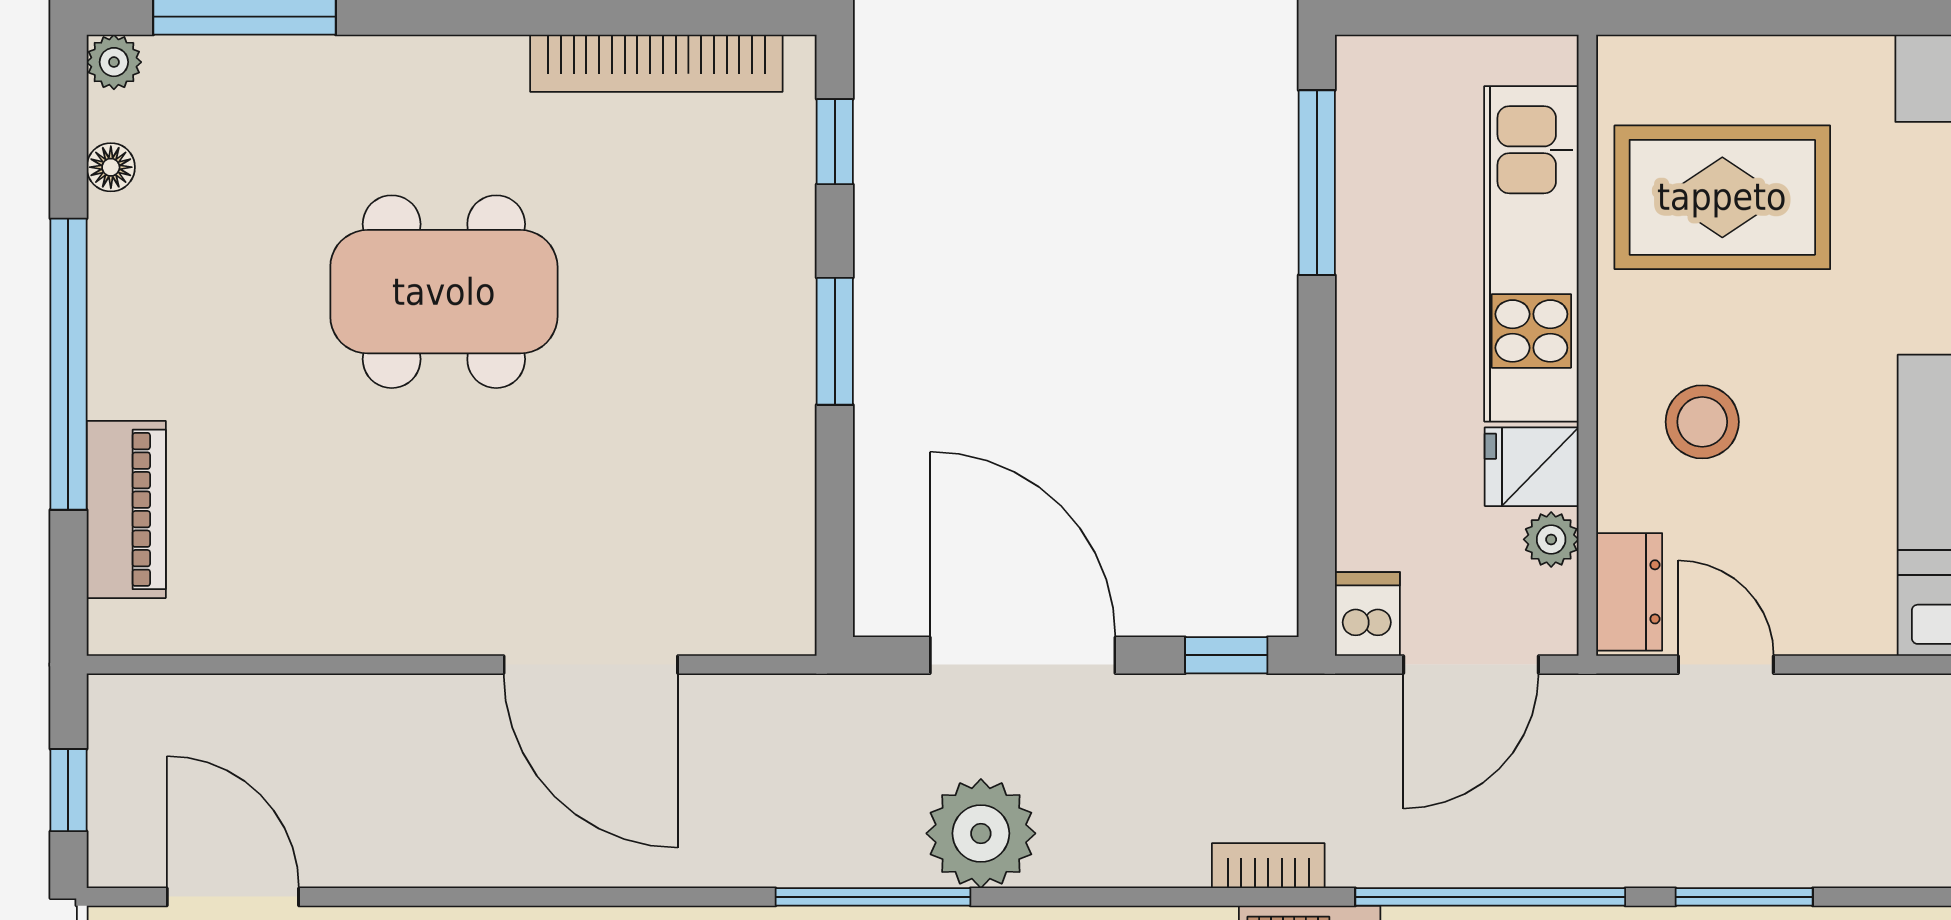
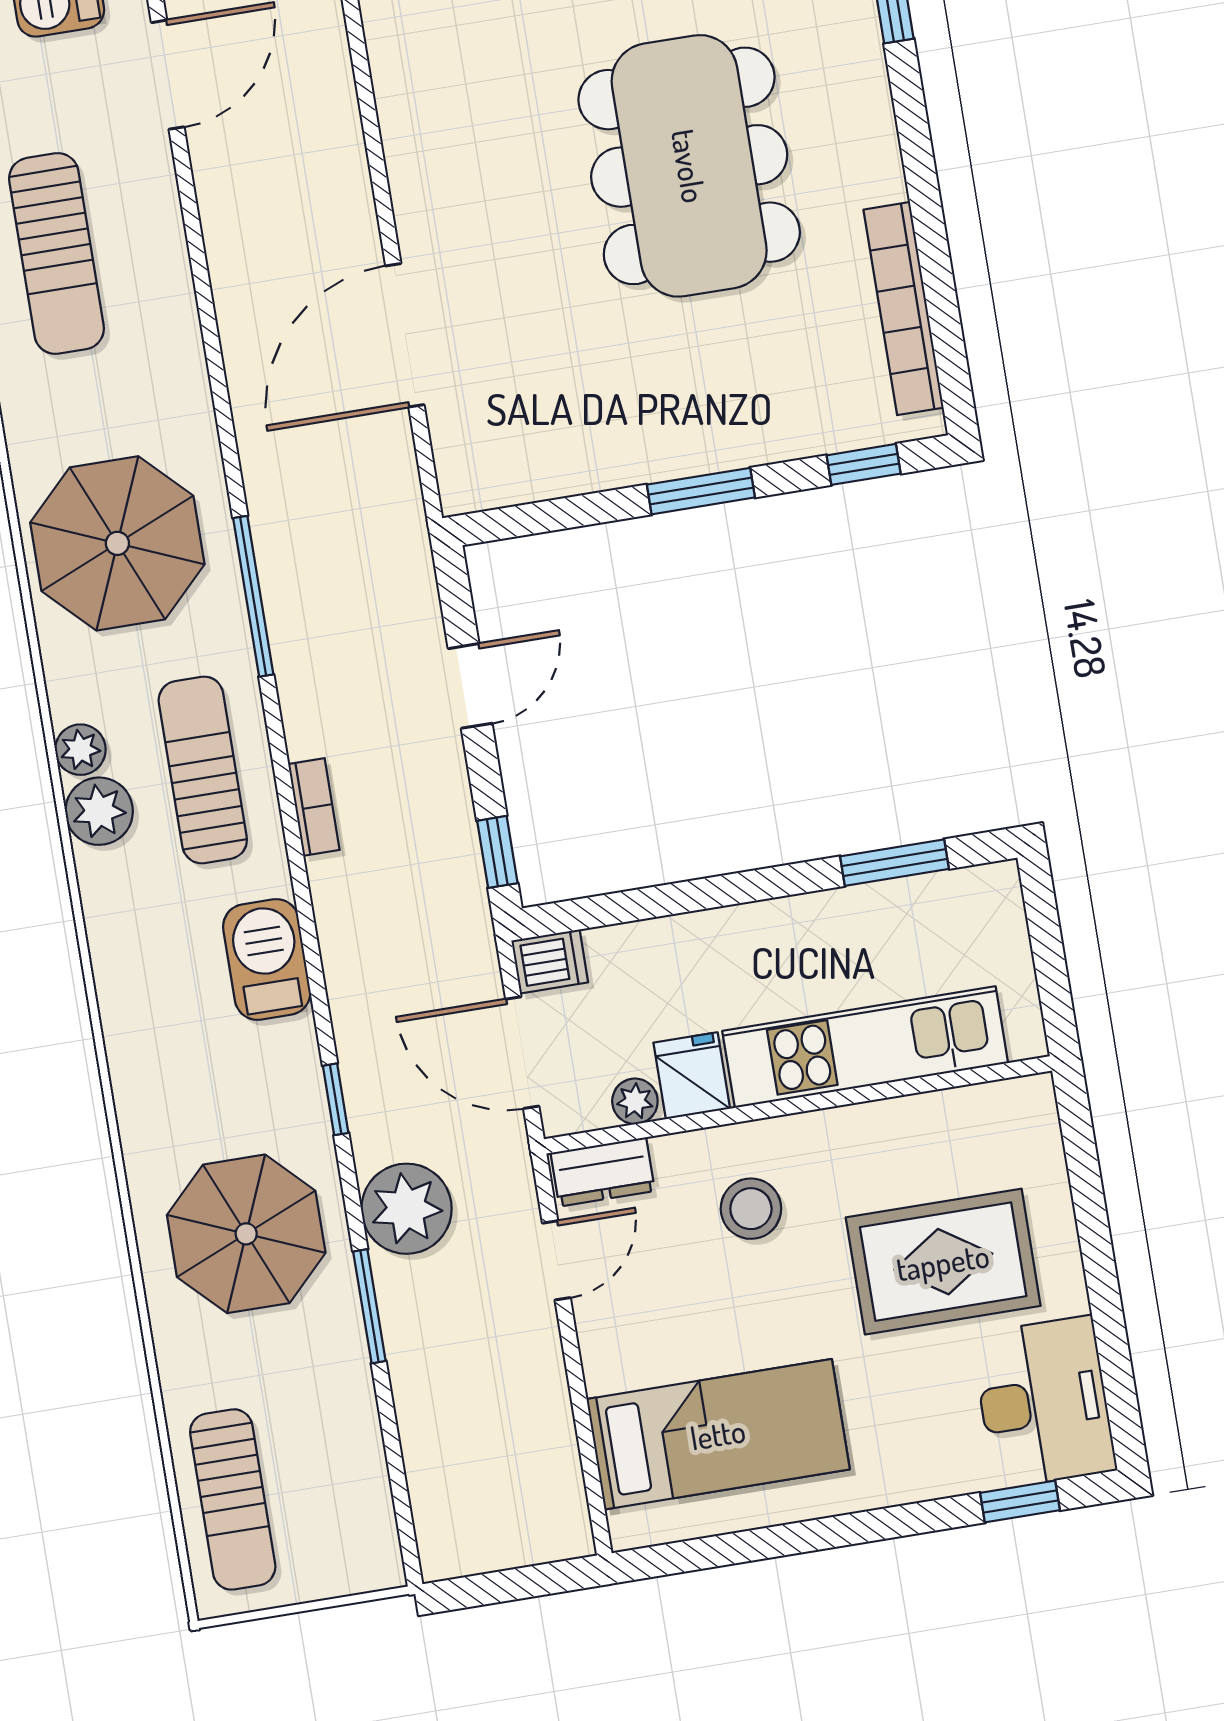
window: (1317, 183) -> (894, 863), width x0.69
rug: (1722, 197) -> (943, 1262), moved, turned 90
dining table: (444, 292) -> (689, 166), width x1.36, depth x1.24
door: (1023, 655) -> (470, 686), width x0.53
plant: (981, 833) -> (407, 1209), moved
bookcase: (1268, 866) -> (314, 807), moved
window: (1490, 897) -> (336, 1099), width x0.32

